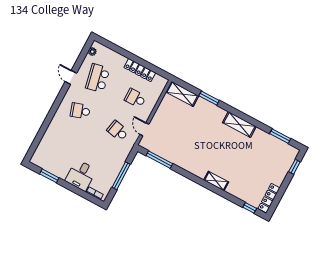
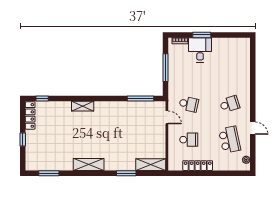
window: (294, 167) -> (23, 139), moved
window: (49, 176) -> (202, 35), moved

